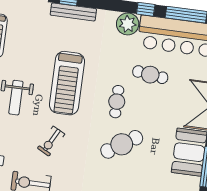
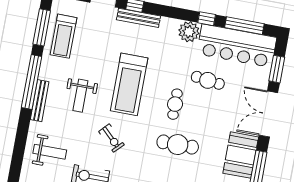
exercise bike: (51, 141) -> (111, 138), turned -74
cafe table: (122, 144) -> (178, 145), turned 33

